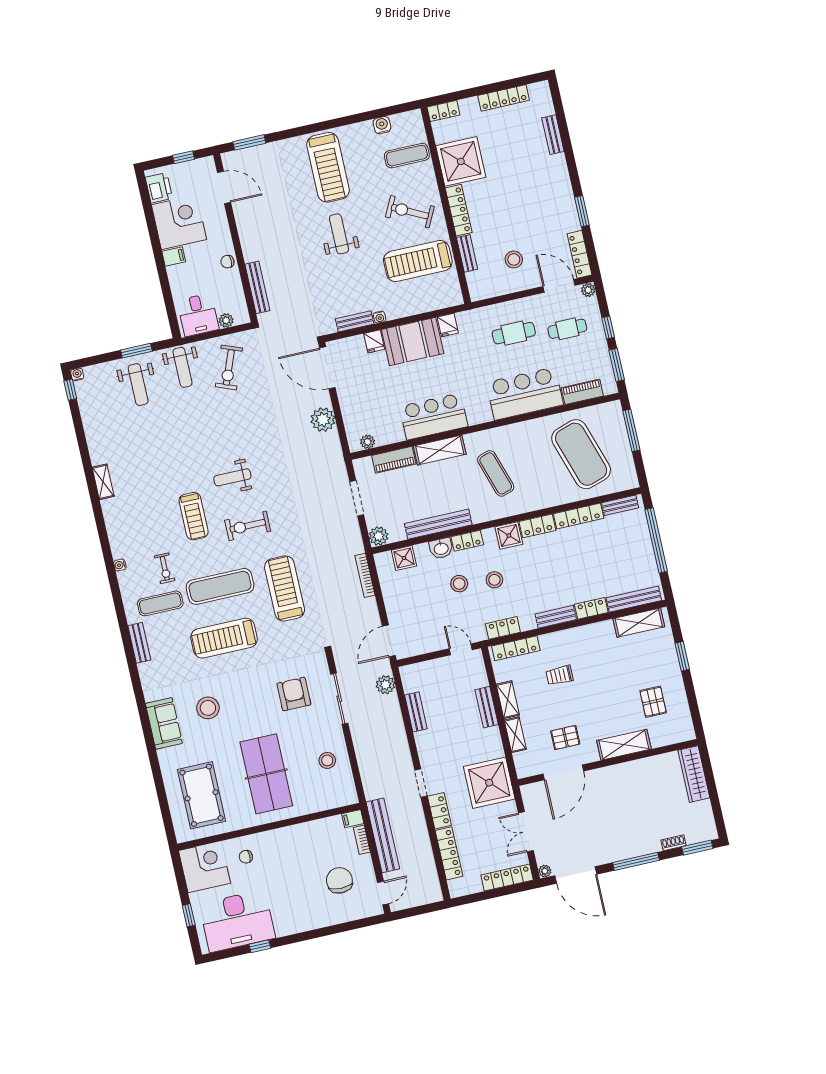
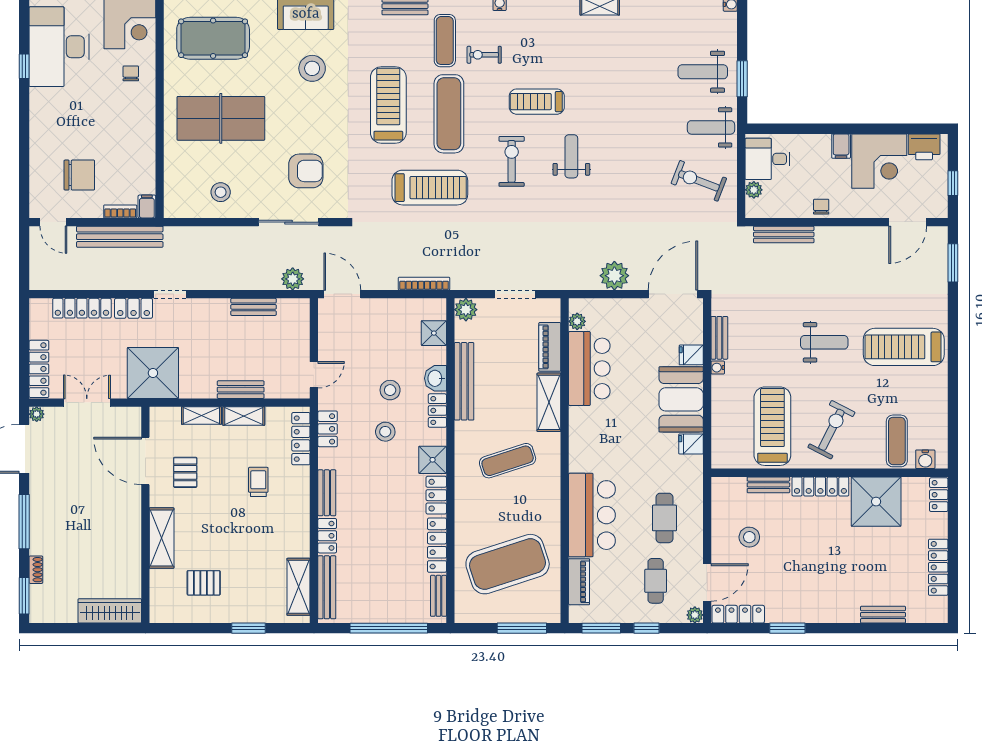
water cooler: (382, 125) -> (925, 459), moved, turned 90
bar counter: (434, 416) -> (589, 369), moved

